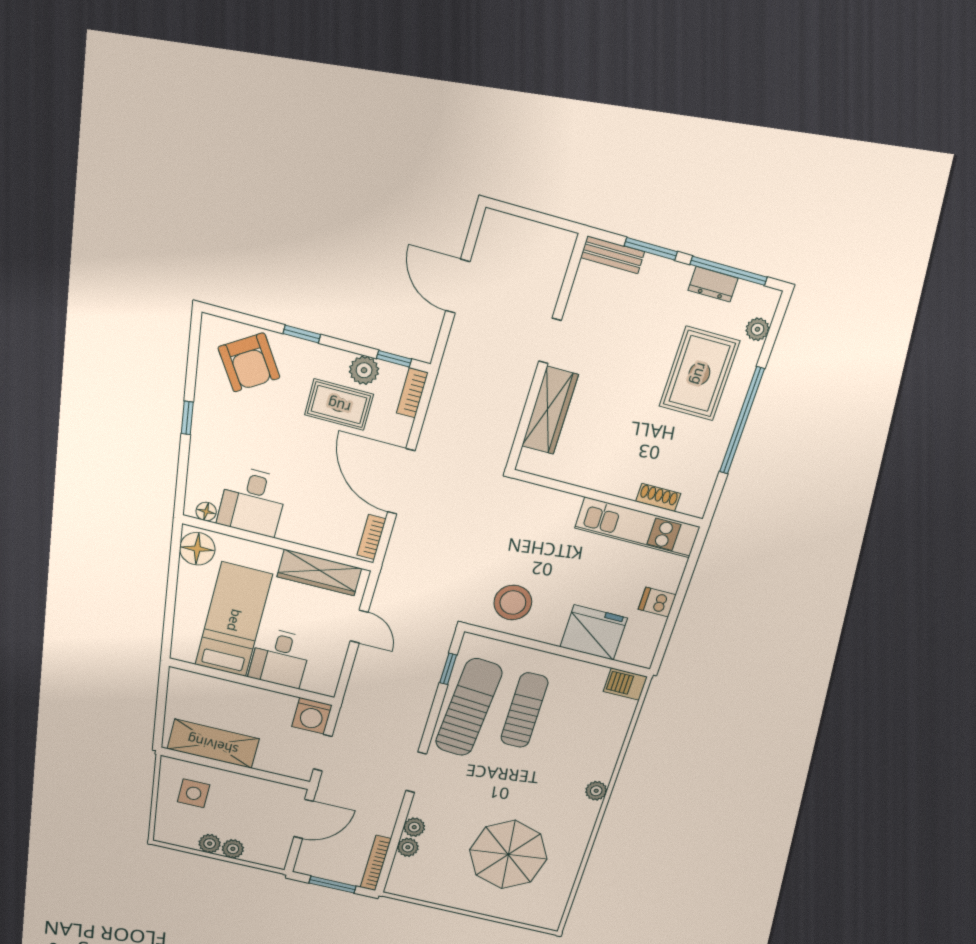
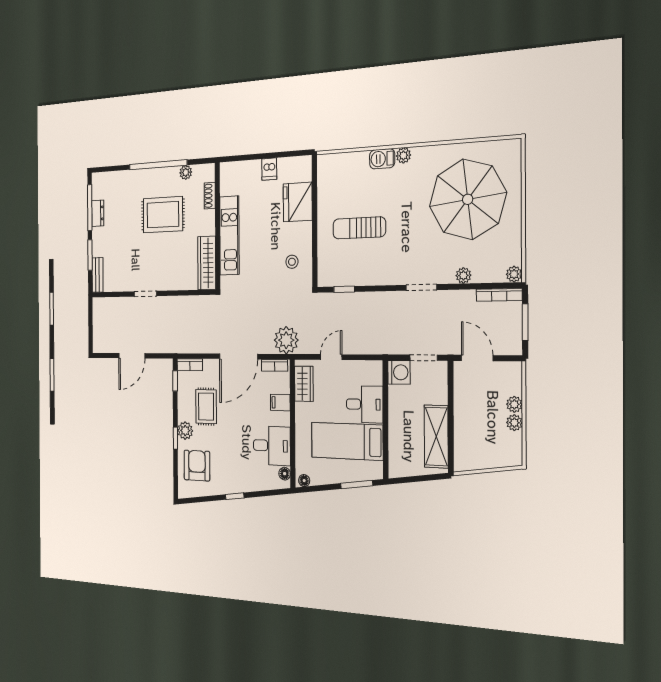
plant: (757, 329) -> (186, 172), moved
armchair: (249, 362) -> (197, 466), turned -57
plant: (364, 370) -> (185, 431), moved
rug: (699, 374) -> (163, 215), moved
wardrobe: (550, 410) -> (207, 263), moved, turned -90
kitchen unit: (637, 527) -> (229, 236), moved
filing cabinet: (314, 532) -> (280, 402), added
floor lamp: (197, 549) -> (304, 481), width x0.53, depth x0.53
plant: (403, 565) -> (286, 340), added
wardrobe: (319, 573) -> (304, 384), width x0.67
stool: (513, 602) -> (292, 262), width x0.53, depth x0.53
window: (169, 618) -> (357, 485), added
barbecue: (625, 684) -> (382, 159), moved, turned 90
sun lounger: (469, 707) -> (367, 266), removed
side table: (194, 793) -> (477, 443), removed
plant: (408, 847) -> (514, 274), moved
parasol: (508, 855) -> (468, 199), width x1.36, depth x1.36

